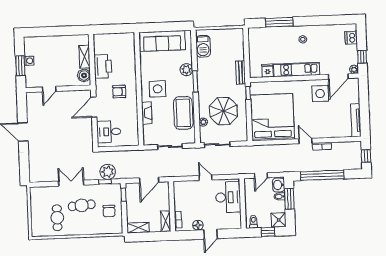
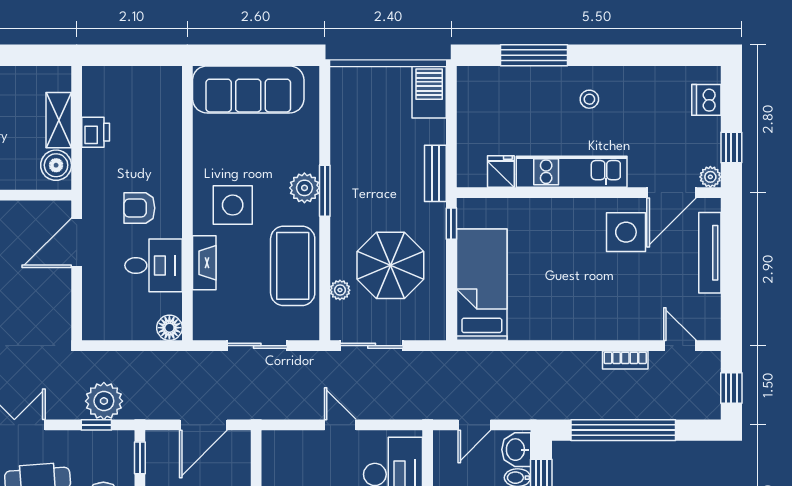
barbecue: (203, 46) -> (429, 92), moved, turned 180
printer: (103, 66) -> (96, 132), width x0.53, depth x0.68
plant: (186, 70) -> (304, 188), moved
bed: (272, 117) -> (482, 285), width x0.49
tv unit: (356, 120) -> (710, 253), moved
desk: (109, 132) -> (154, 265), moved, turned 180
floor lamp: (134, 141) -> (169, 328), added
door: (305, 141) -> (680, 346), moved

